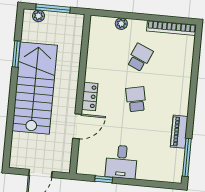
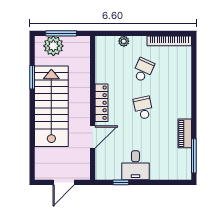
plant: (39, 16) -> (53, 46), width x1.88, depth x1.88
locker: (90, 96) -> (101, 103), width x1.53

